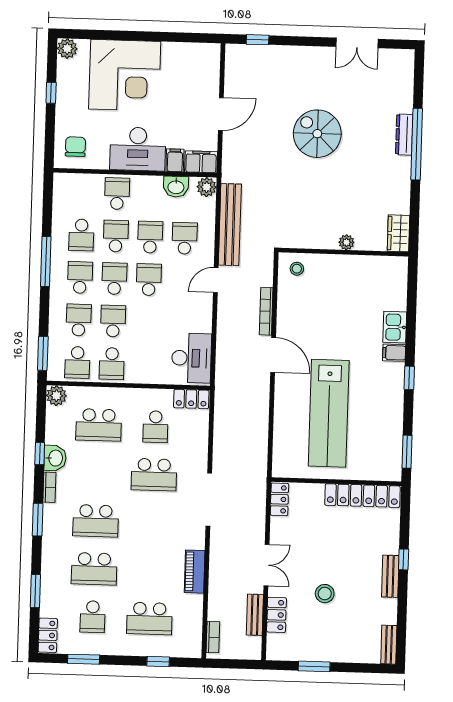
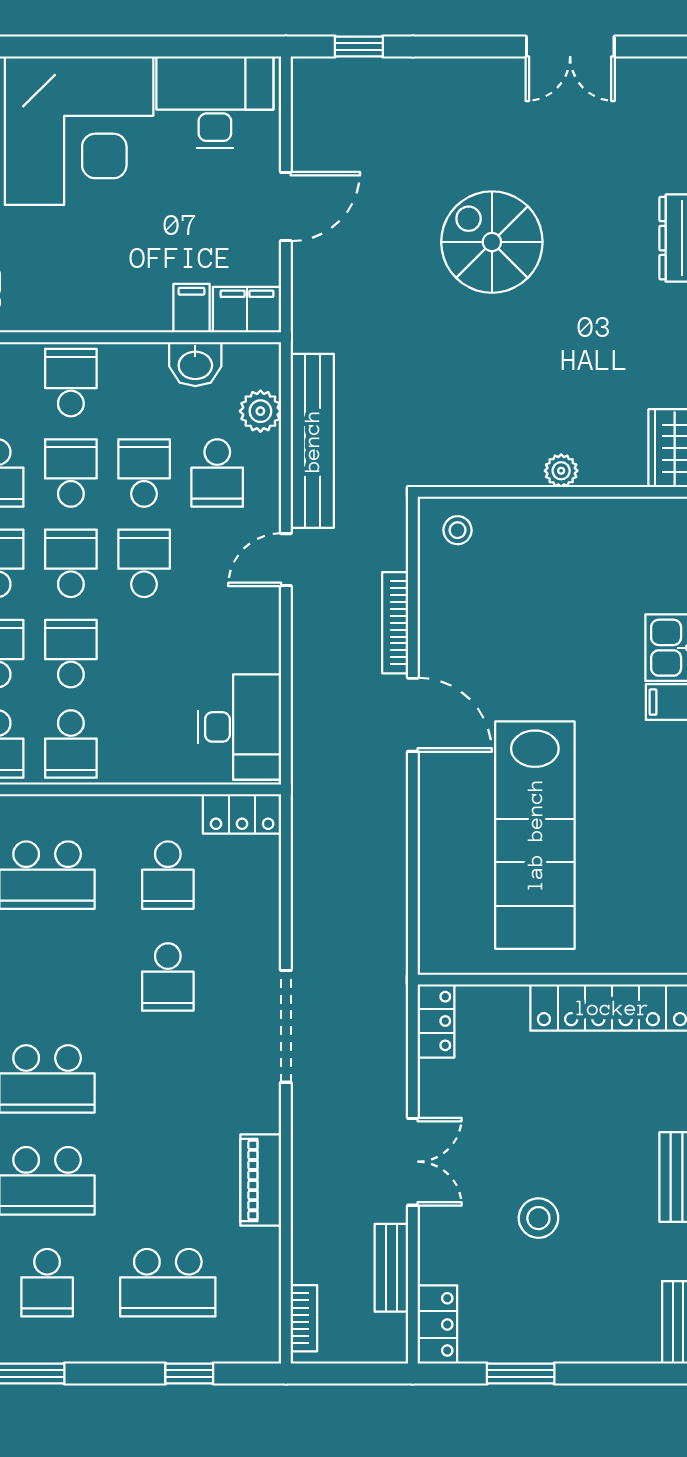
desk: (138, 149) -> (215, 102), moved, turned 180
plant: (207, 187) -> (260, 411), moved
school desk: (185, 238) -> (217, 473), turned 180
school desk: (154, 475) -> (168, 977), width x0.54
locker: (276, 615) -> (437, 1324), moved

